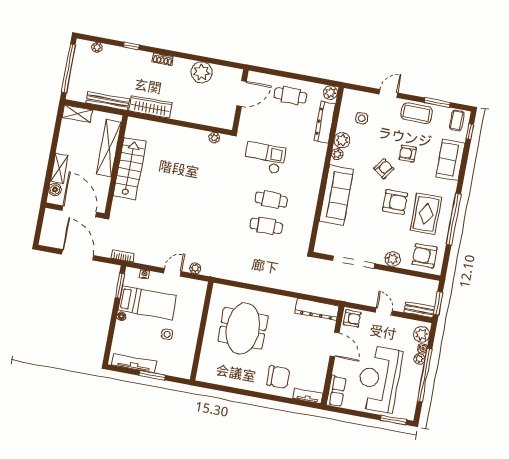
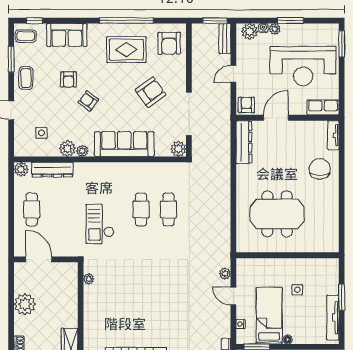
coffee table: (417, 113) -> (26, 78), width x0.73, depth x0.77
armchair: (395, 202) -> (151, 92), moved, turned 54
plant: (393, 259) -> (178, 149), moved
window: (425, 375) -> (290, 21), width x0.47

